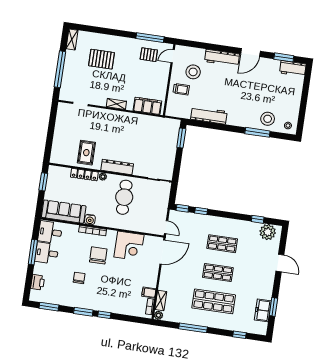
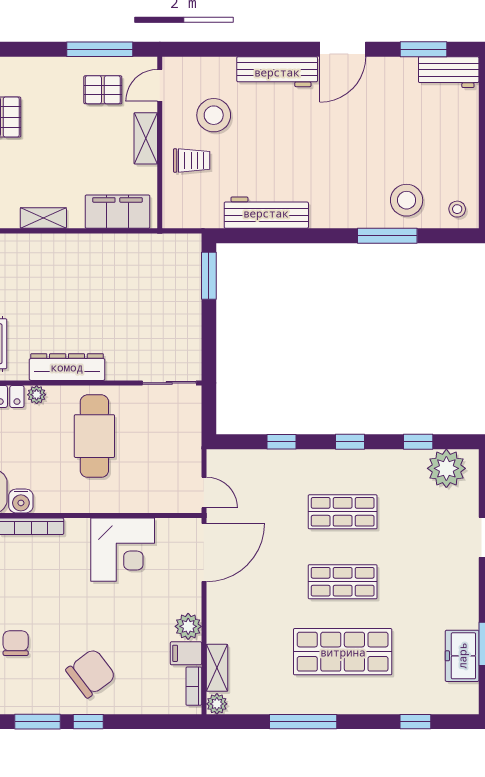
shelving: (164, 77) -> (146, 138), added
window: (182, 208) -> (350, 442), moved
chair: (98, 255) -> (91, 673), moved, turned 53
plant: (151, 282) -> (188, 626), added

